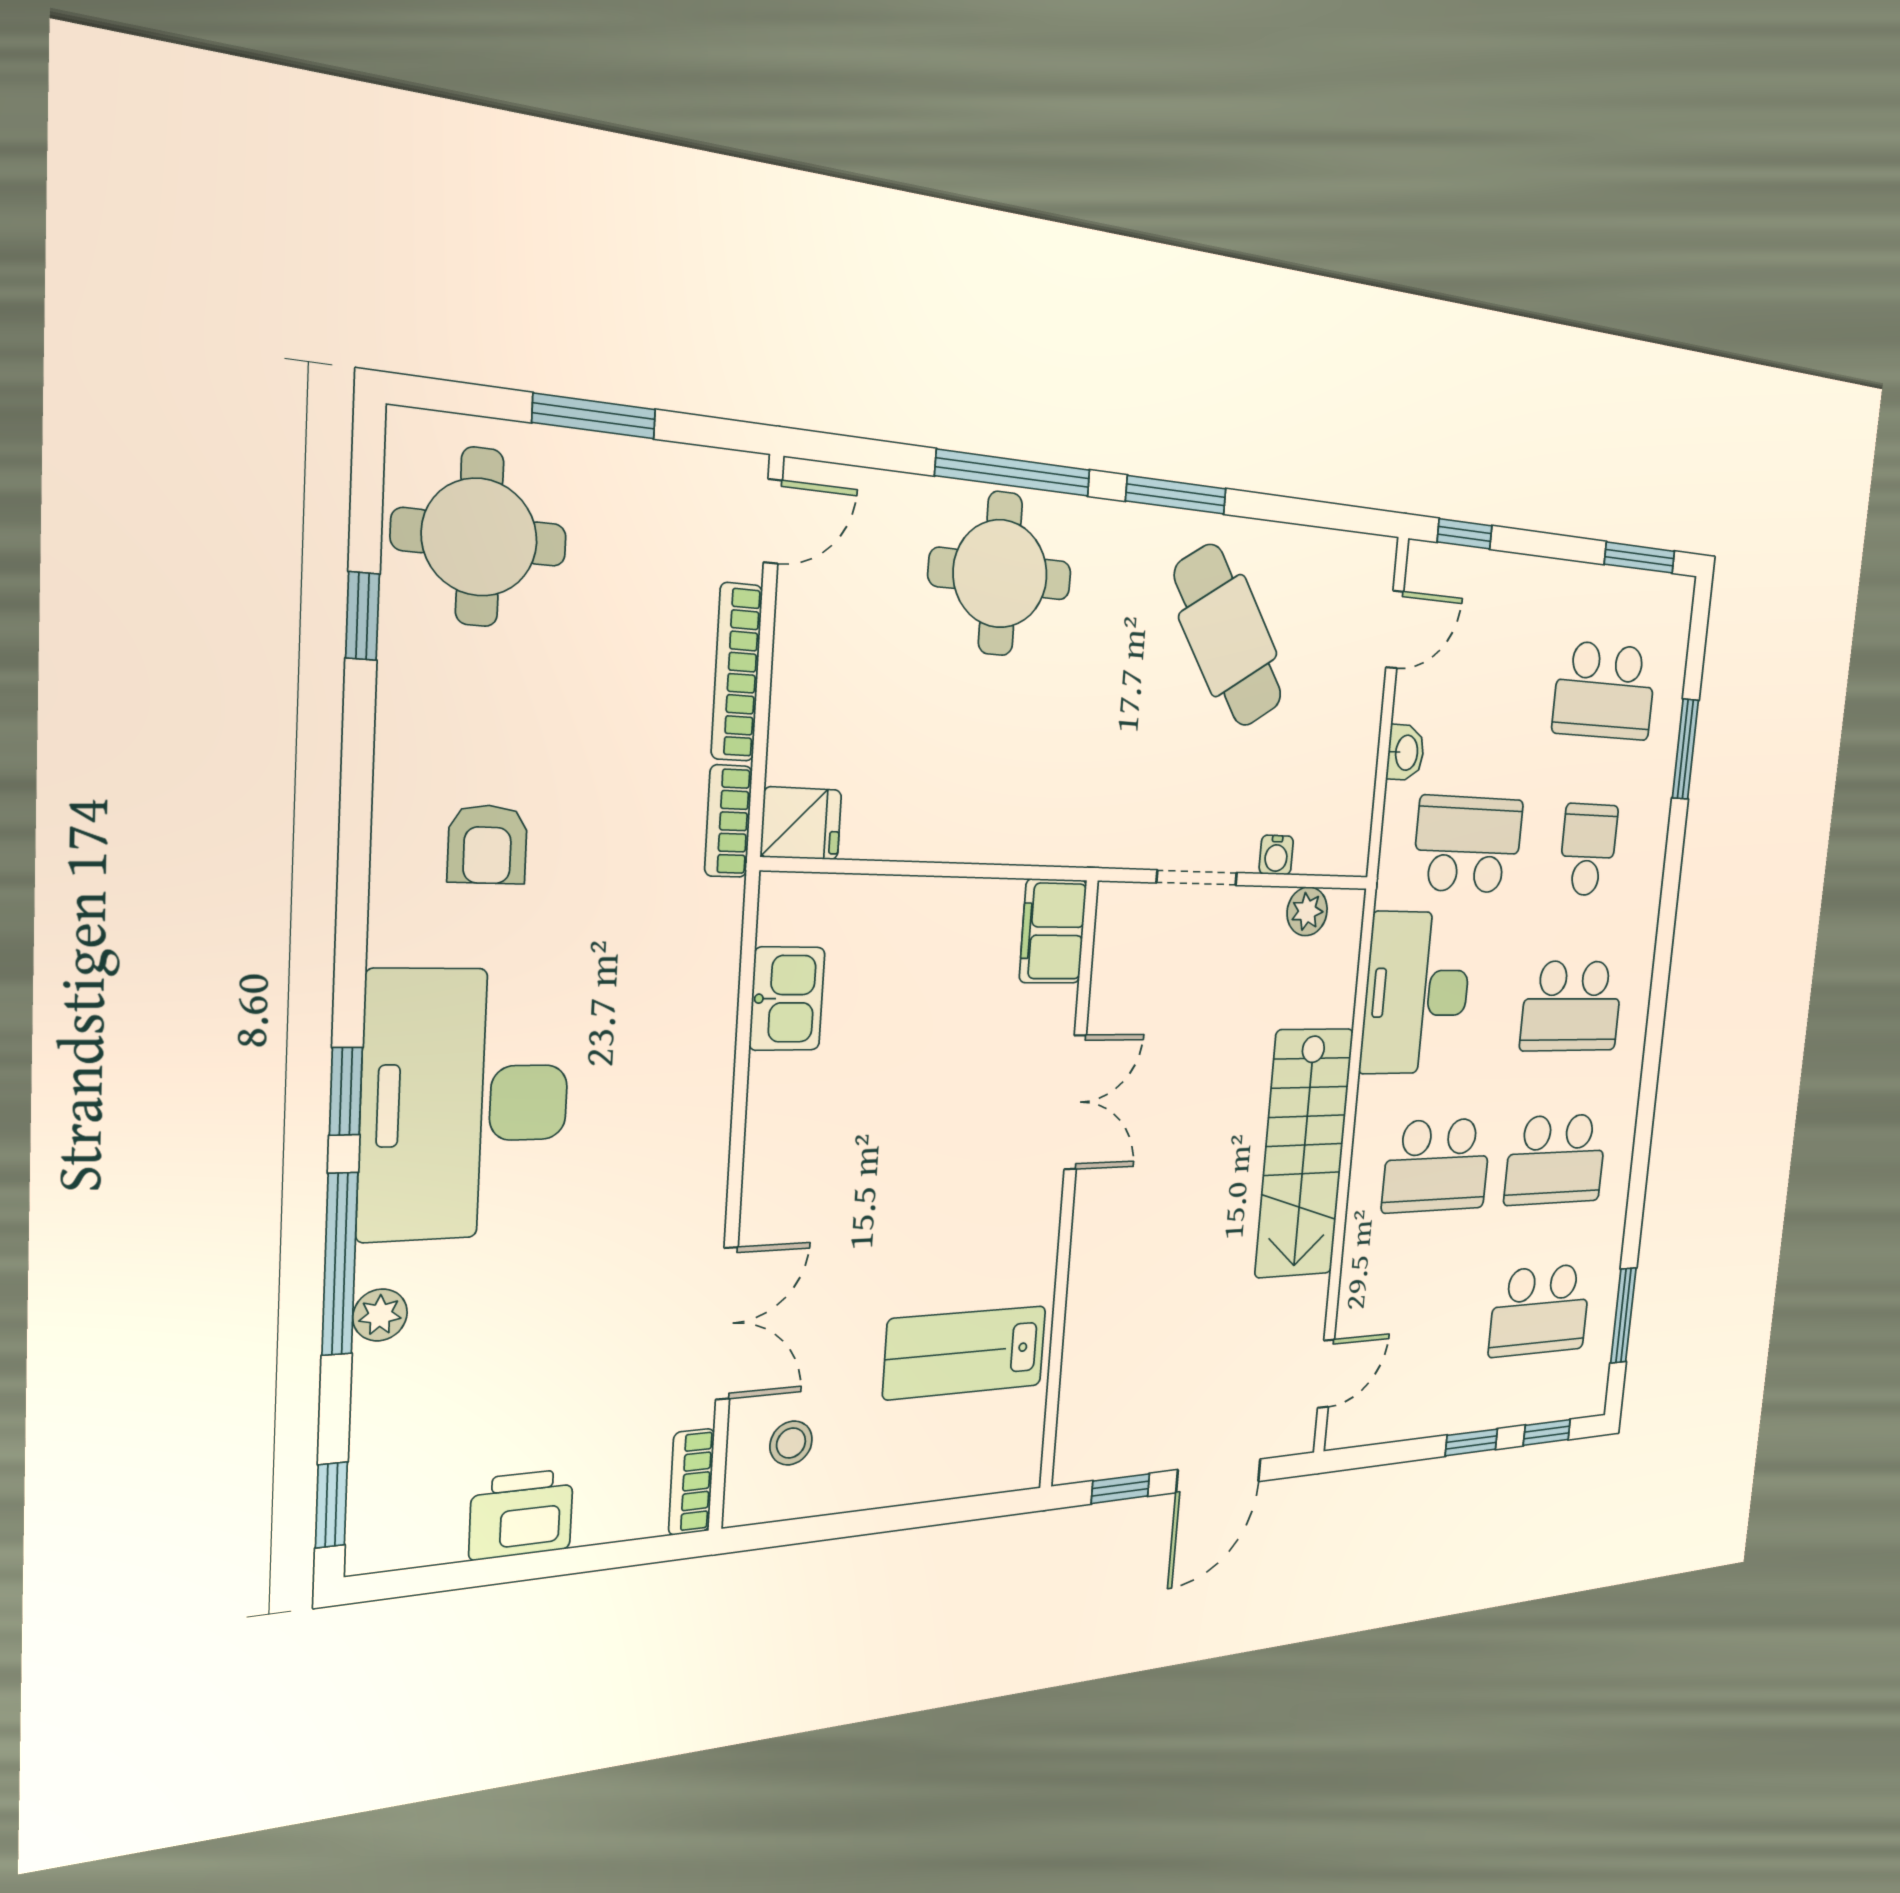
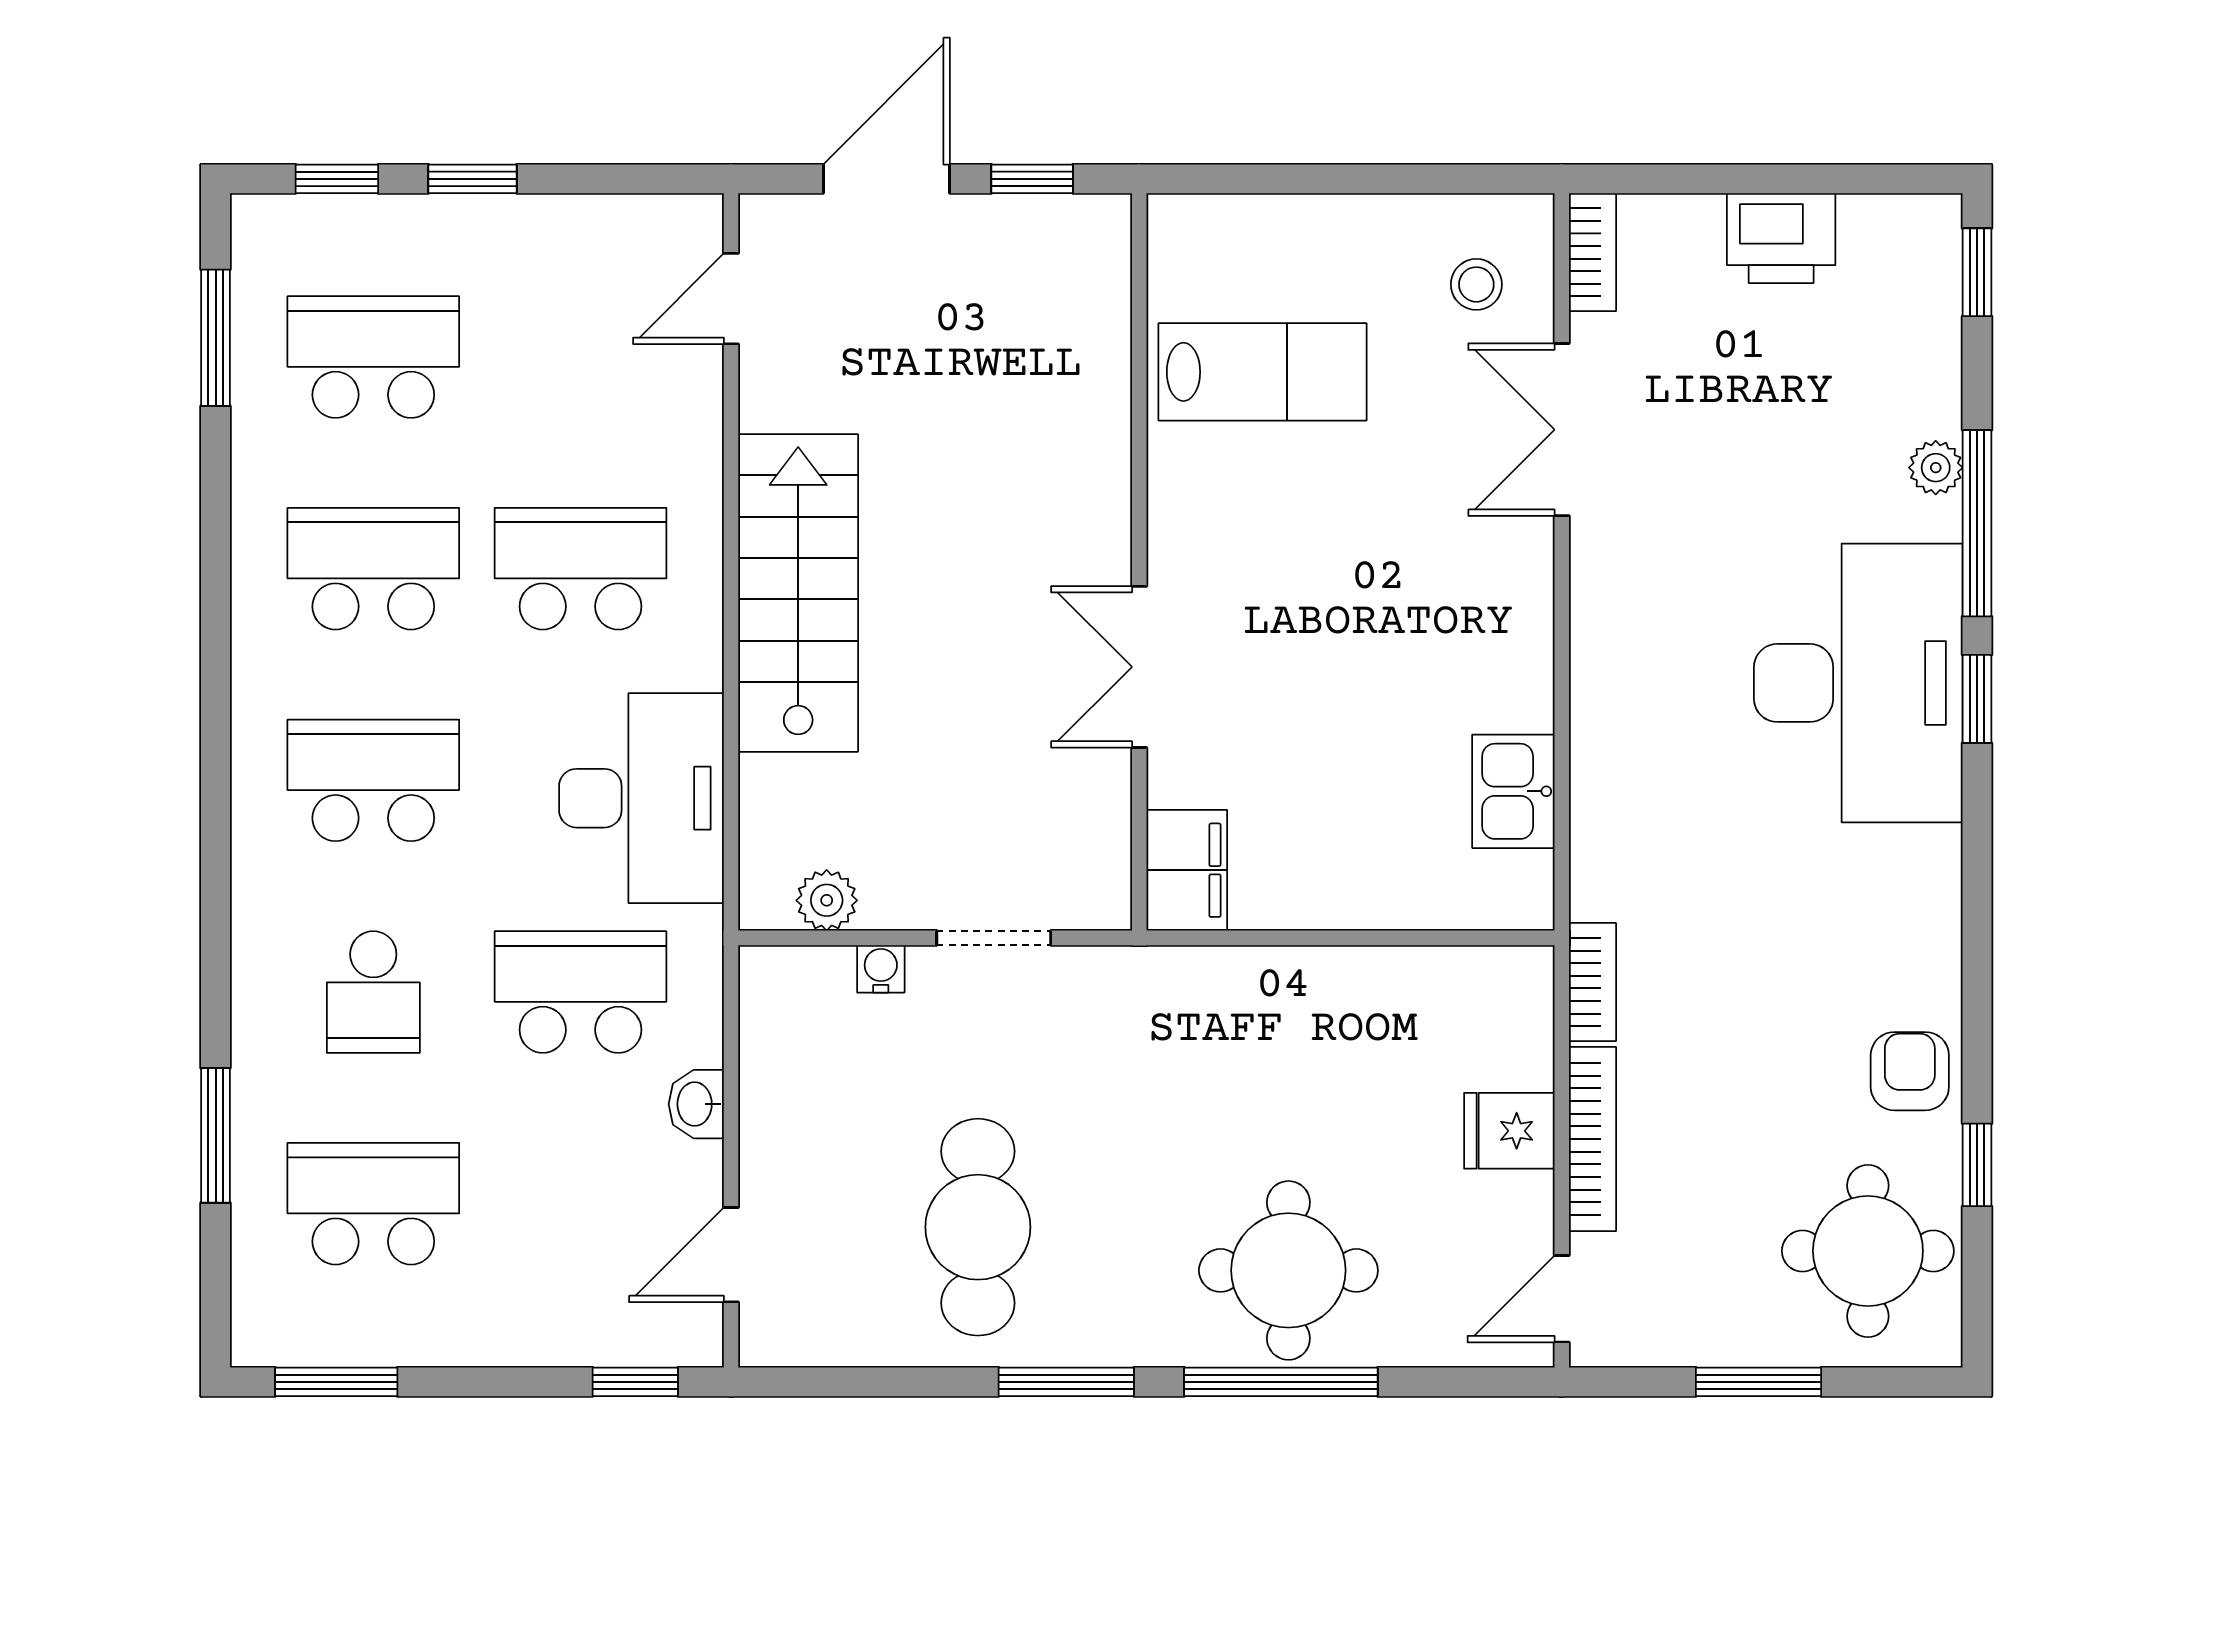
cafe table: (1228, 636) -> (978, 1227), turned 33
fridge: (801, 823) -> (1509, 1131), moved
armchair: (487, 844) -> (1910, 1071), moved
school desk: (1468, 844) -> (580, 992), turned 180

